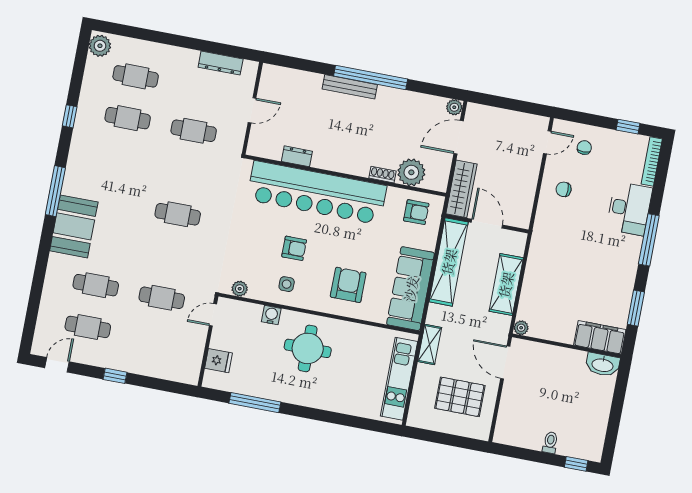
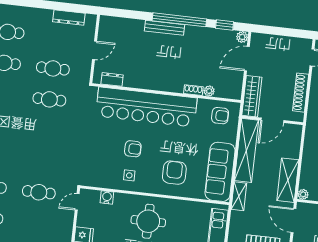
window: (432, 89) -> (225, 25), added
dresser: (297, 156) -> (112, 79), moved
plant: (411, 172) -> (209, 91), width x0.53, depth x0.53
shoe rack: (528, 189) -> (301, 93), added
cafe table: (178, 214) -> (49, 99), moved
door: (487, 224) -> (272, 120), swing flipped
shelving: (506, 285) -> (288, 180), moved
plant: (240, 289) -> (95, 181), removed
water cooler: (271, 315) -> (107, 197), moved
shelving: (430, 345) -> (239, 196), moved

